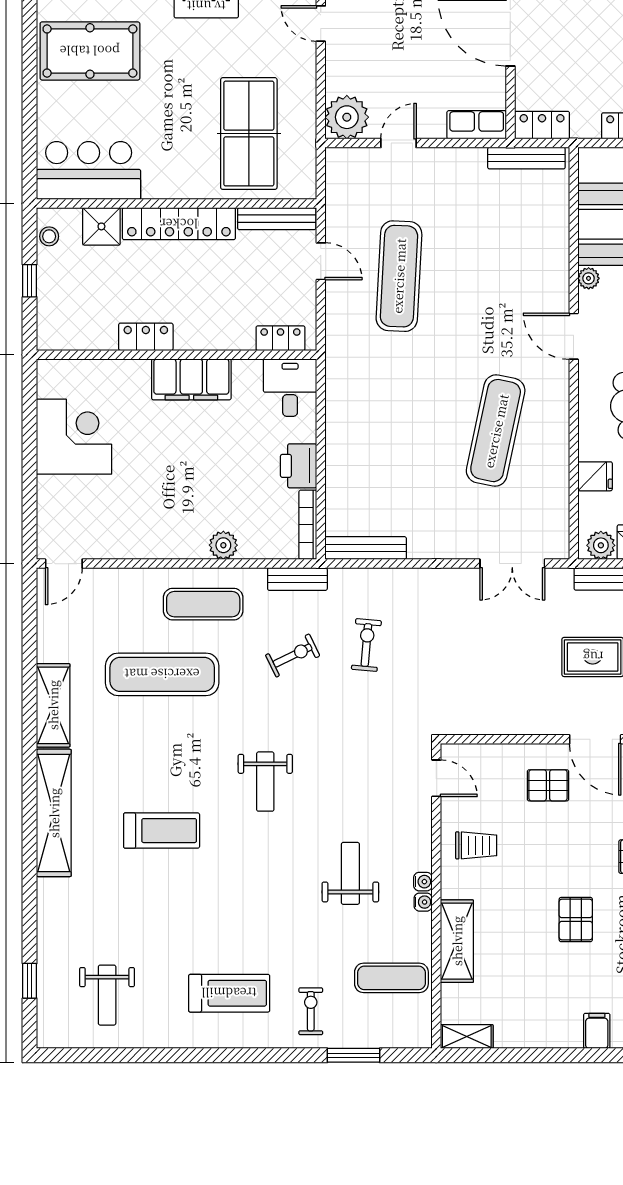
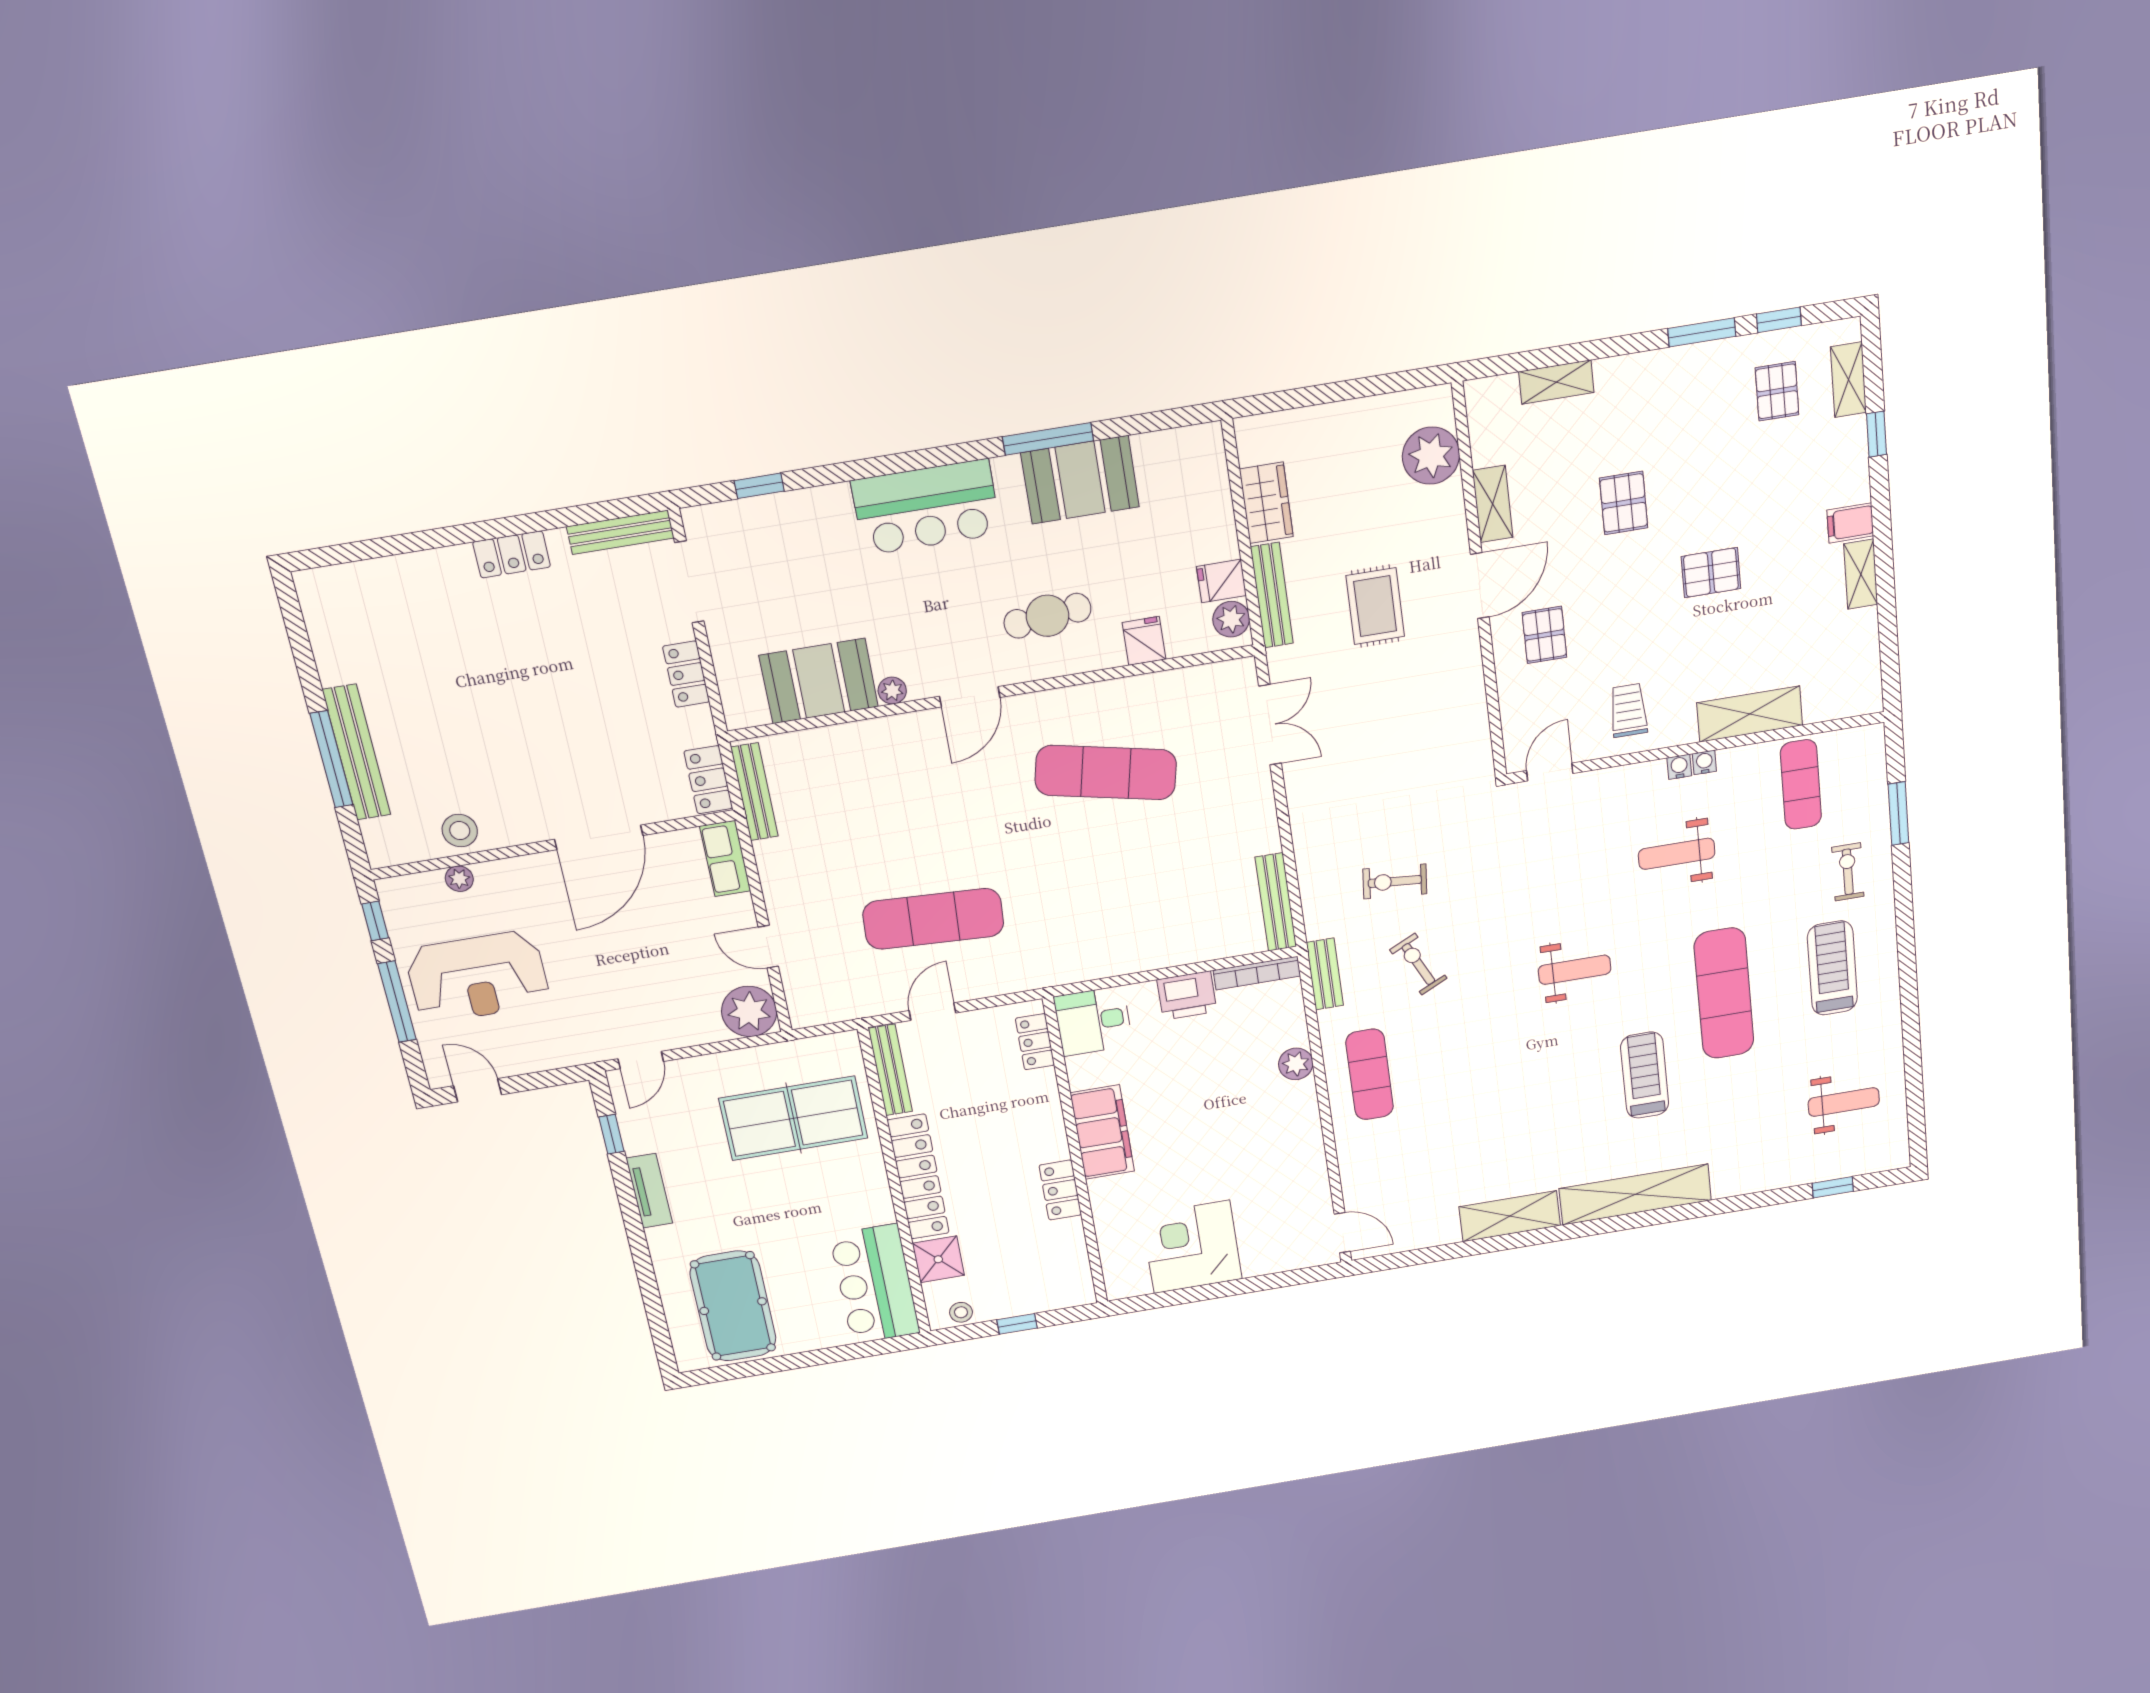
exercise mat: (162, 674) -> (1724, 993), moved
exercise bike: (311, 1011) -> (1848, 872), turned 90
shelving: (467, 1037) -> (1861, 574), moved

